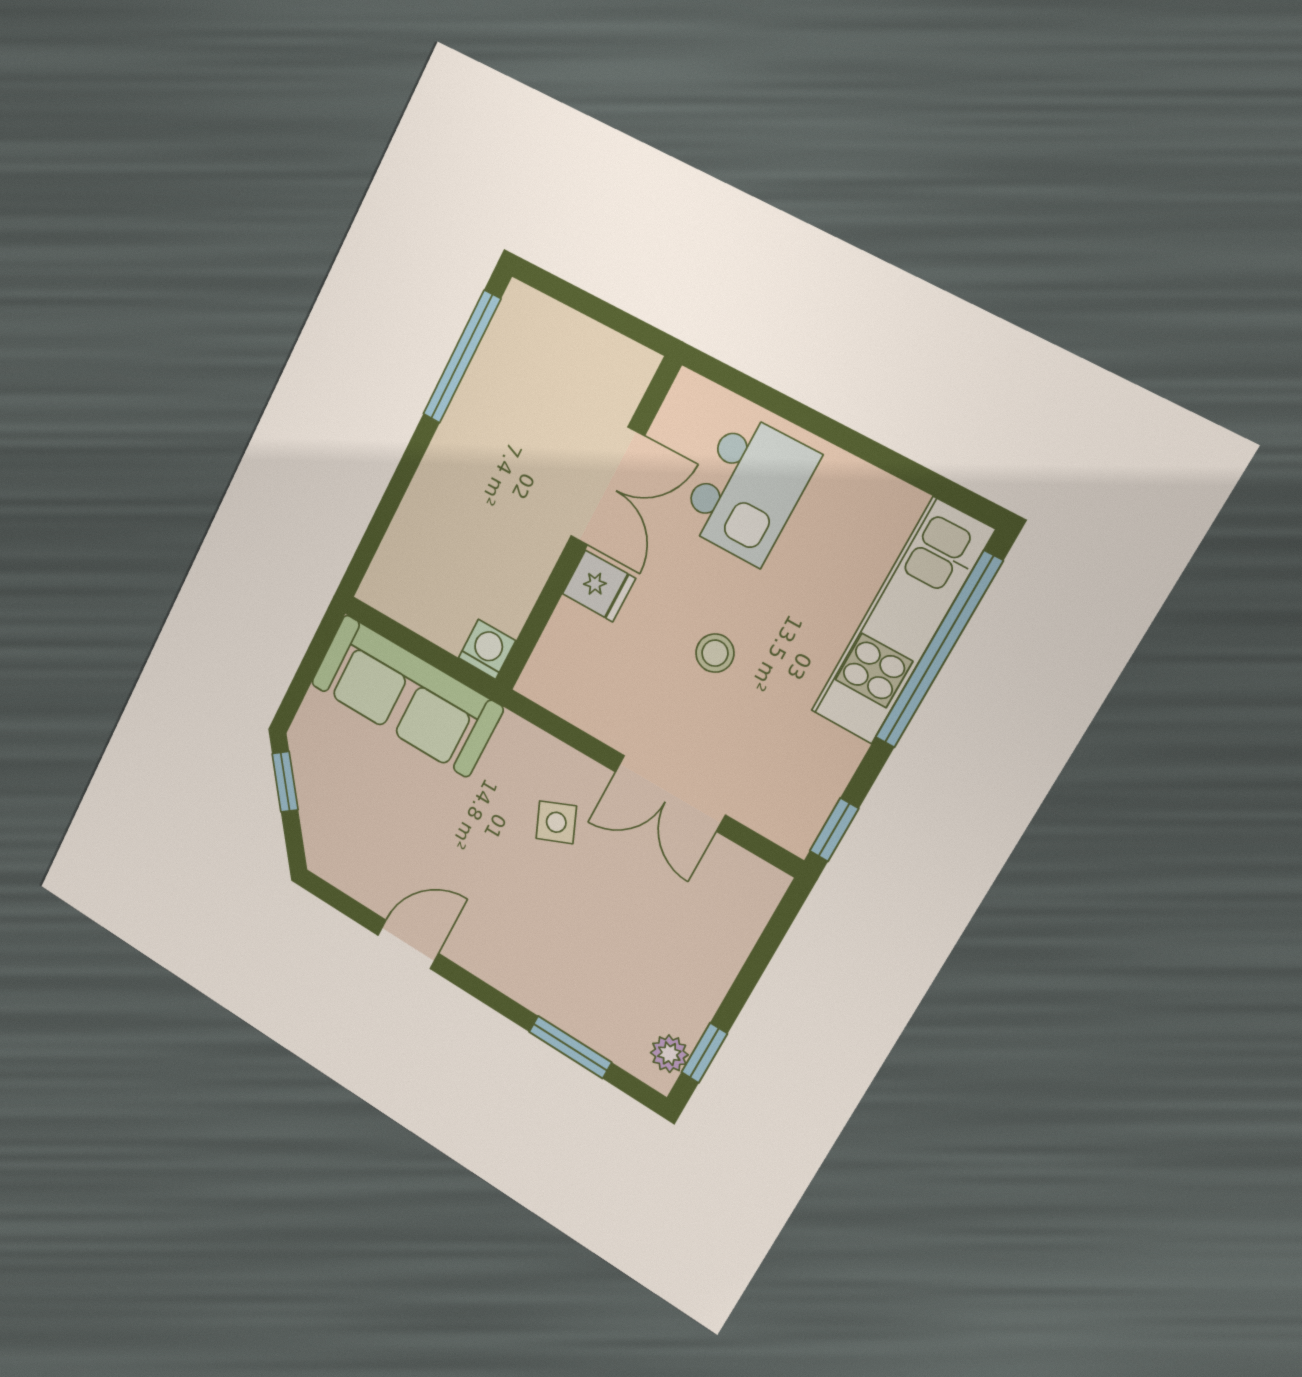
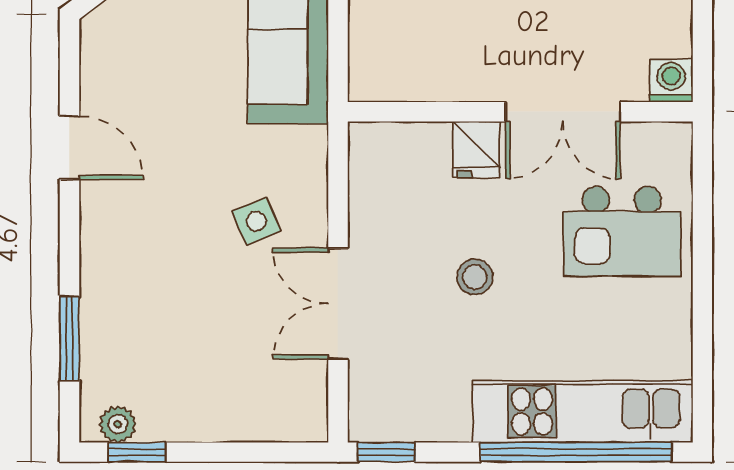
washing machine: (487, 649) -> (671, 80), moved, turned -90

